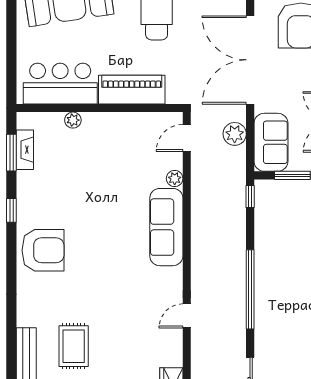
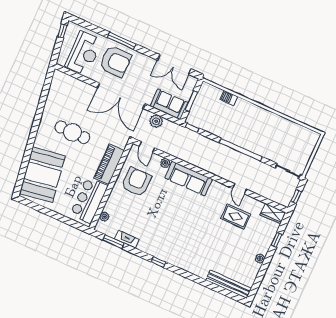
plant: (73, 120) -> (104, 217), moved
fireplace: (25, 150) -> (127, 239), moved
window: (11, 210) -> (159, 262), moved
armchair: (43, 250) -> (136, 182), moved
rug: (74, 346) -> (236, 216), moved

